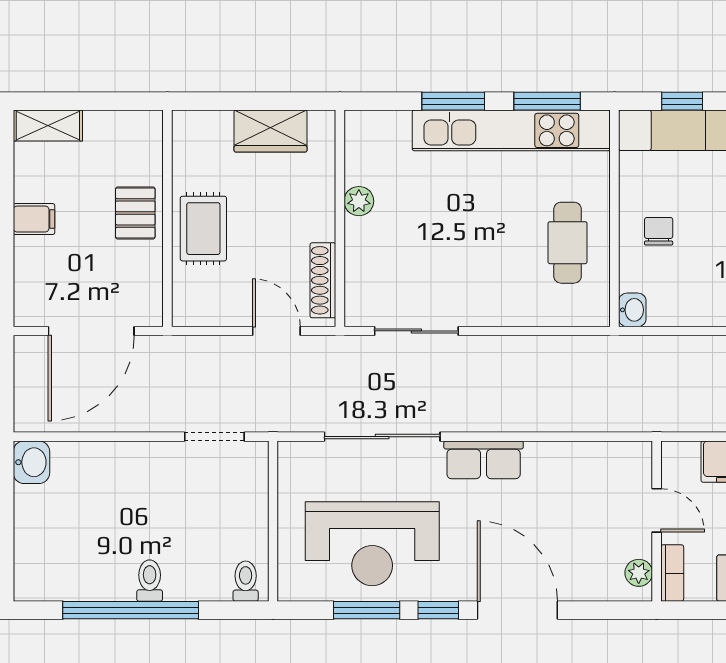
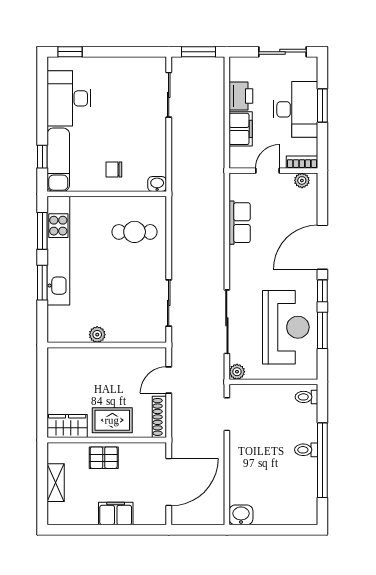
shelving: (48, 126) -> (56, 483), moved
wardrobe: (270, 131) -> (67, 426), moved, turned -90
filing cabinet: (34, 219) -> (116, 513), width x2.00
cafe table: (568, 243) -> (135, 232), moved
shoe rack: (323, 280) -> (159, 417), moved, turned 90
door: (91, 331) -> (169, 482), hinge flipped
plant: (291, 455) -> (237, 372), added
row of seats: (484, 460) -> (240, 223), moved

